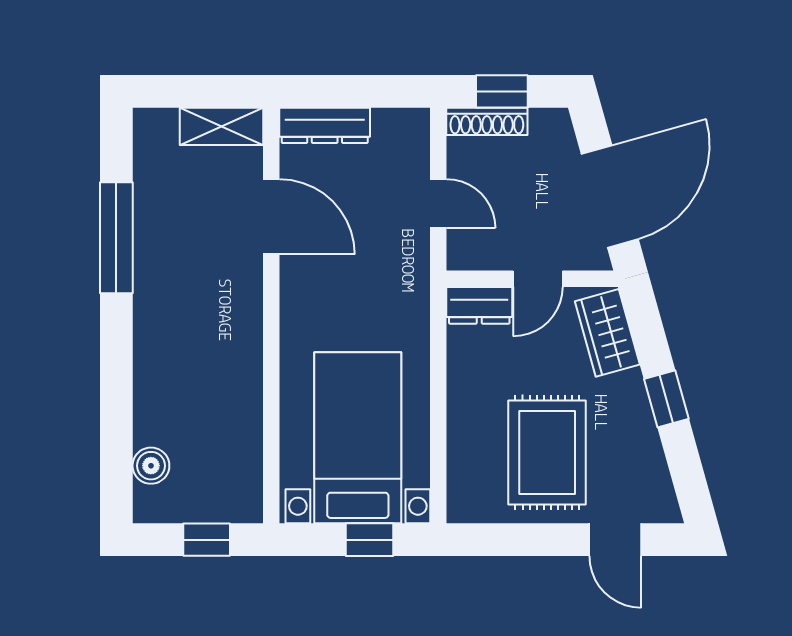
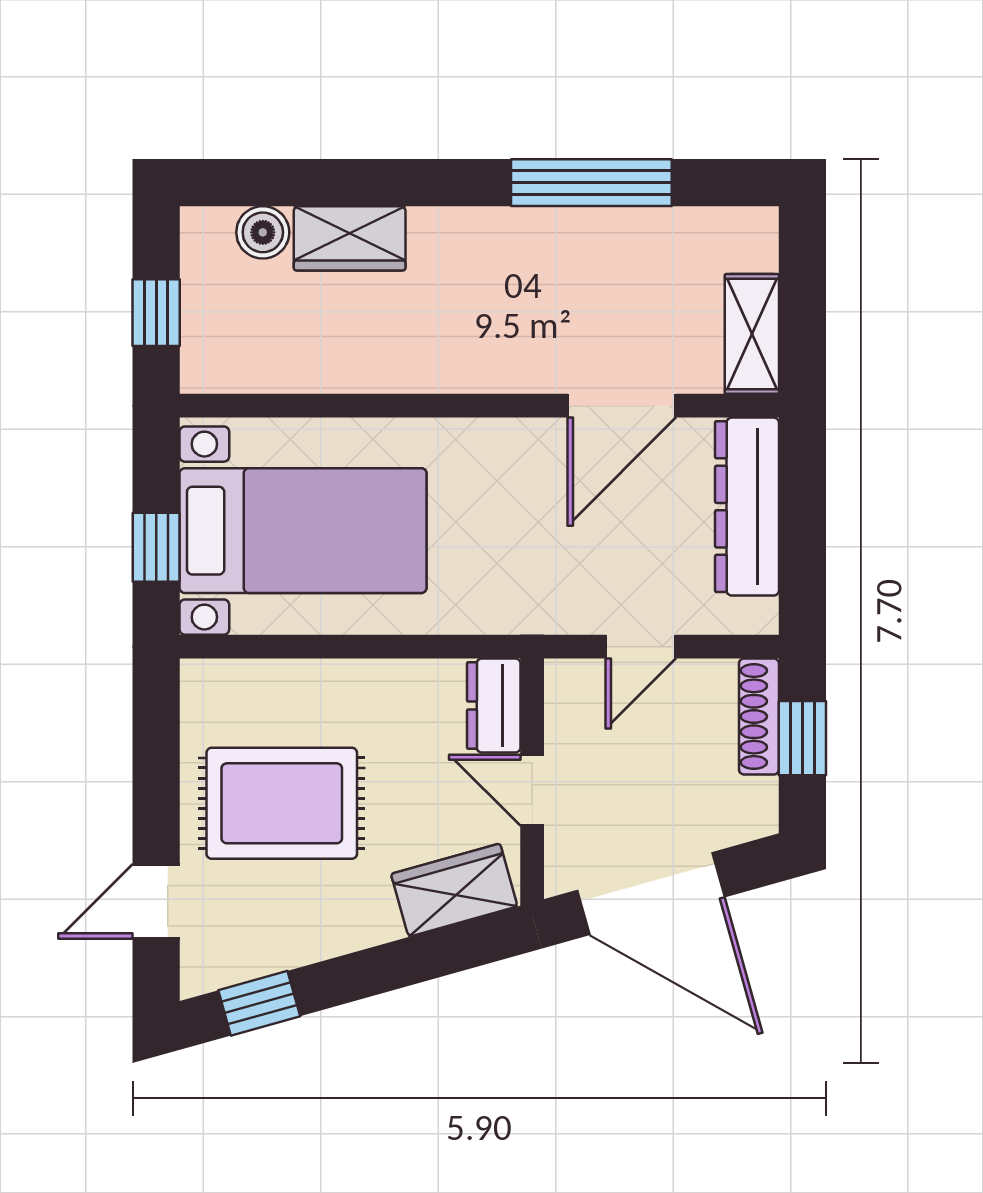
dresser: (325, 125) -> (747, 507), width x1.37, depth x1.24
window: (666, 399) -> (259, 1003), moved
wardrobe: (155, 405) -> (350, 238), added

